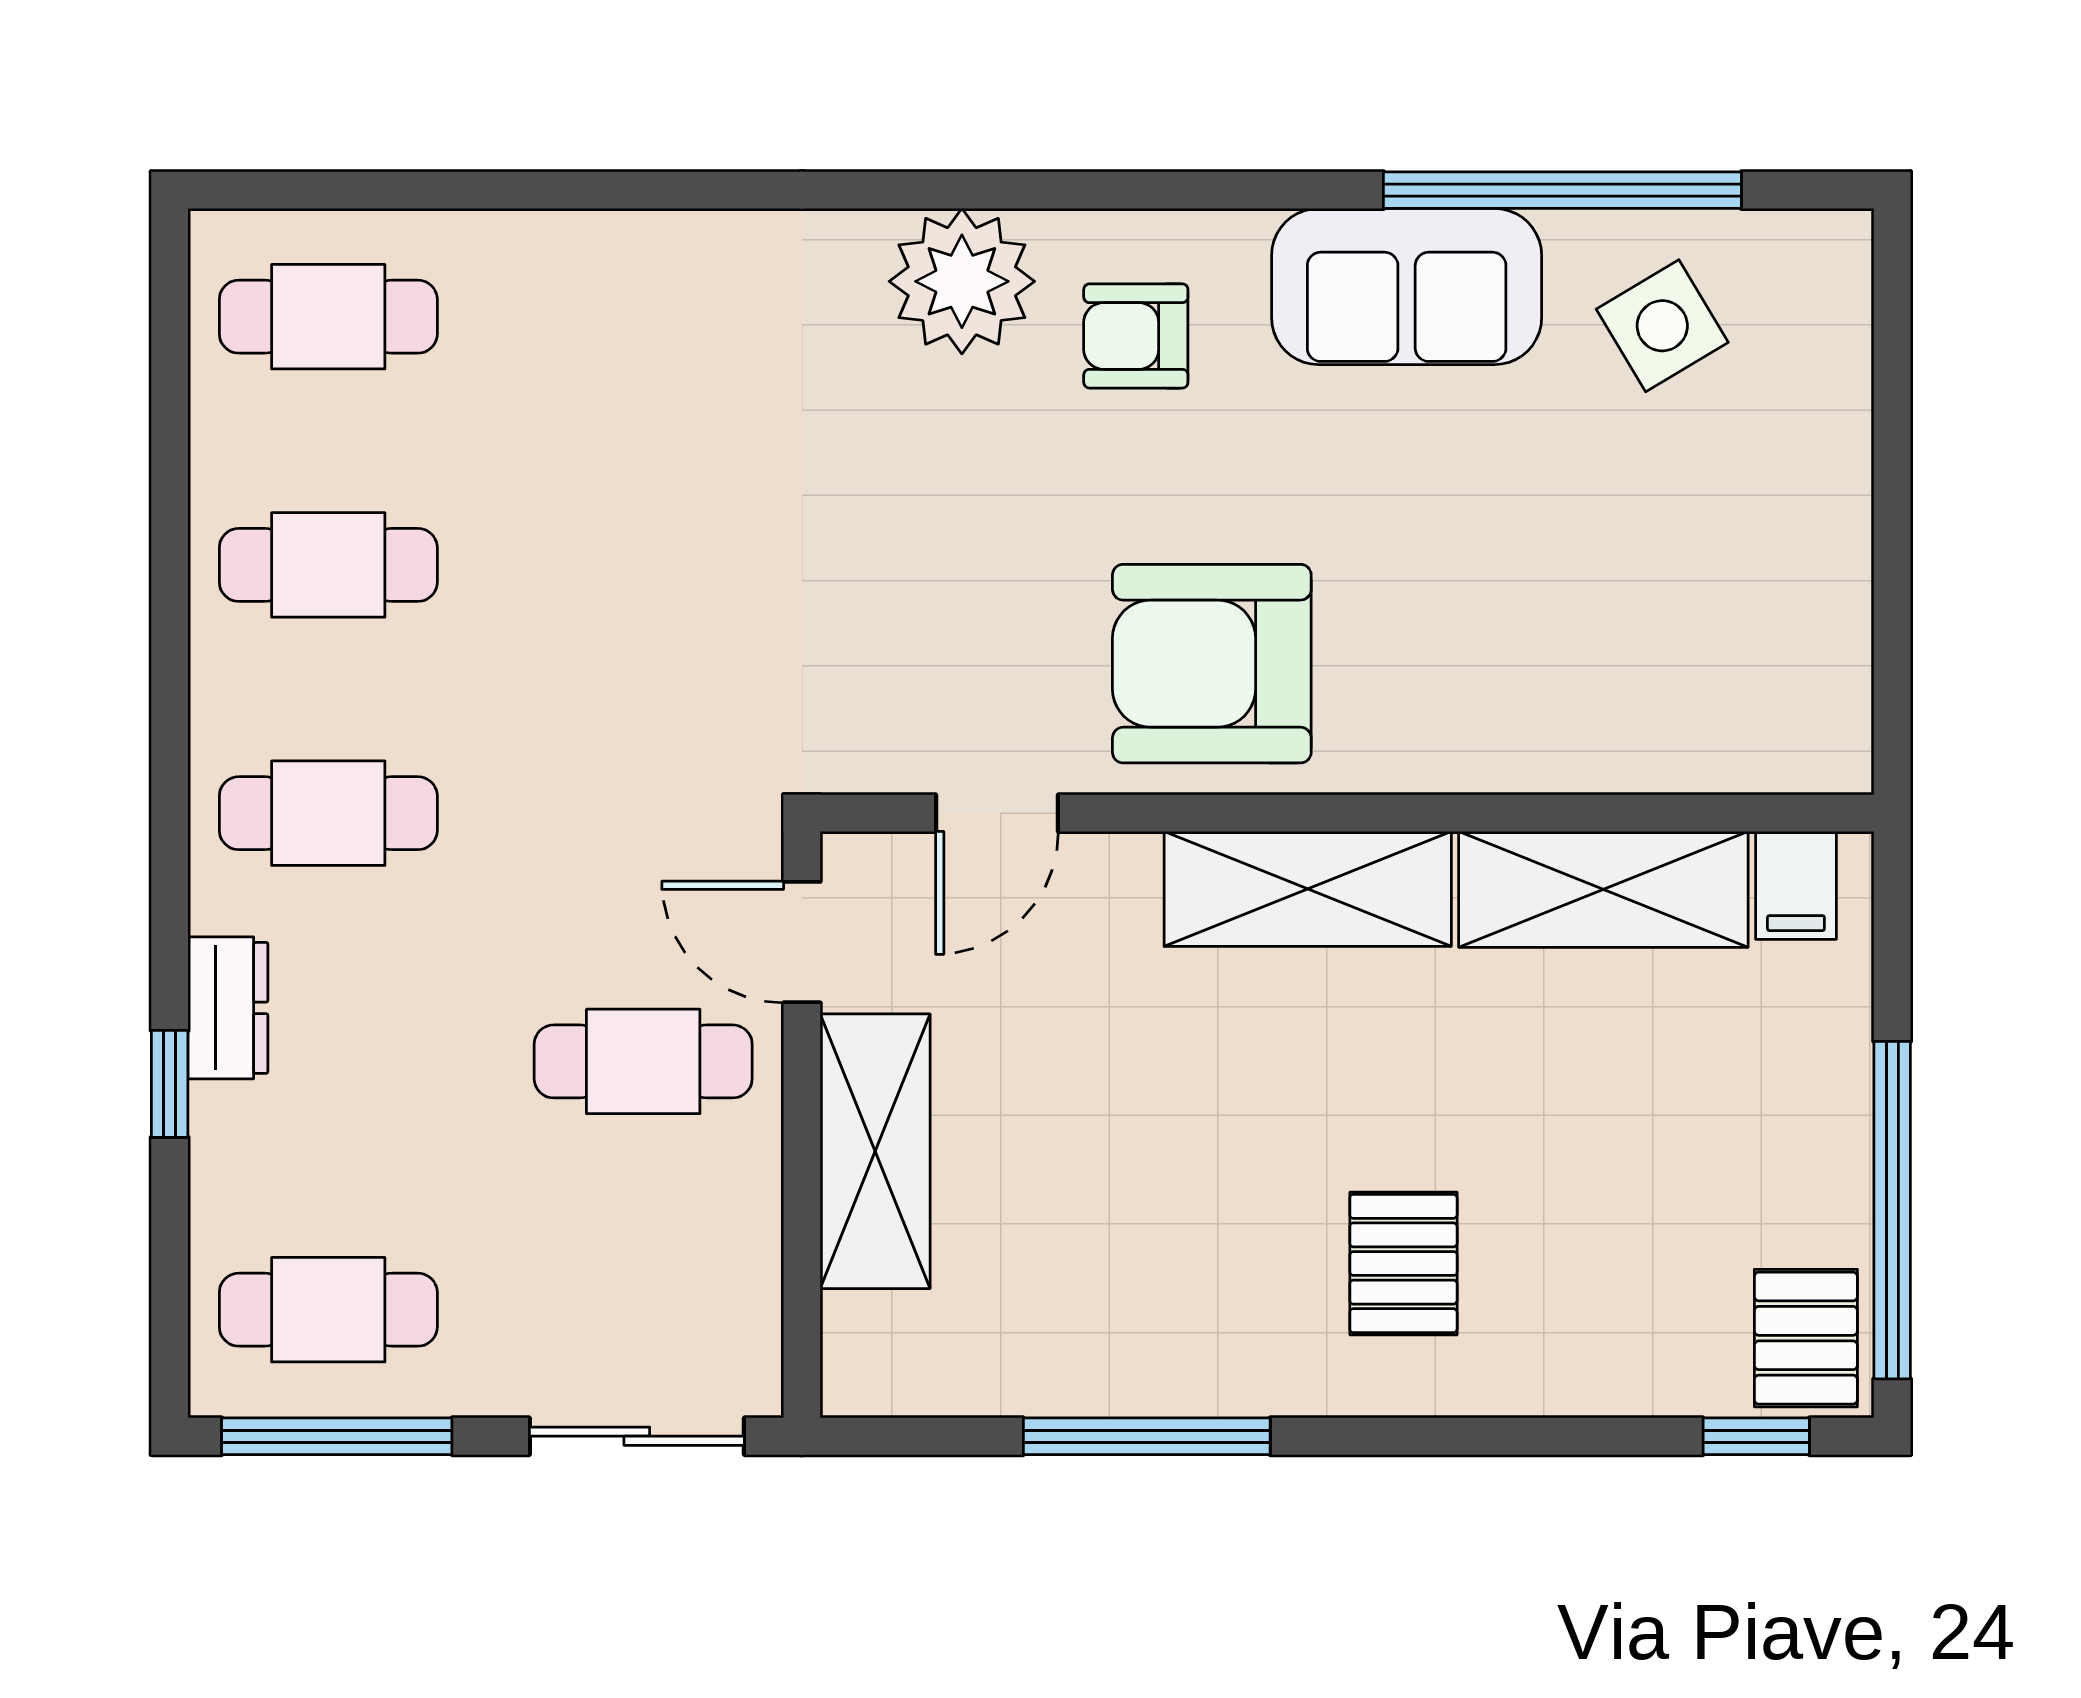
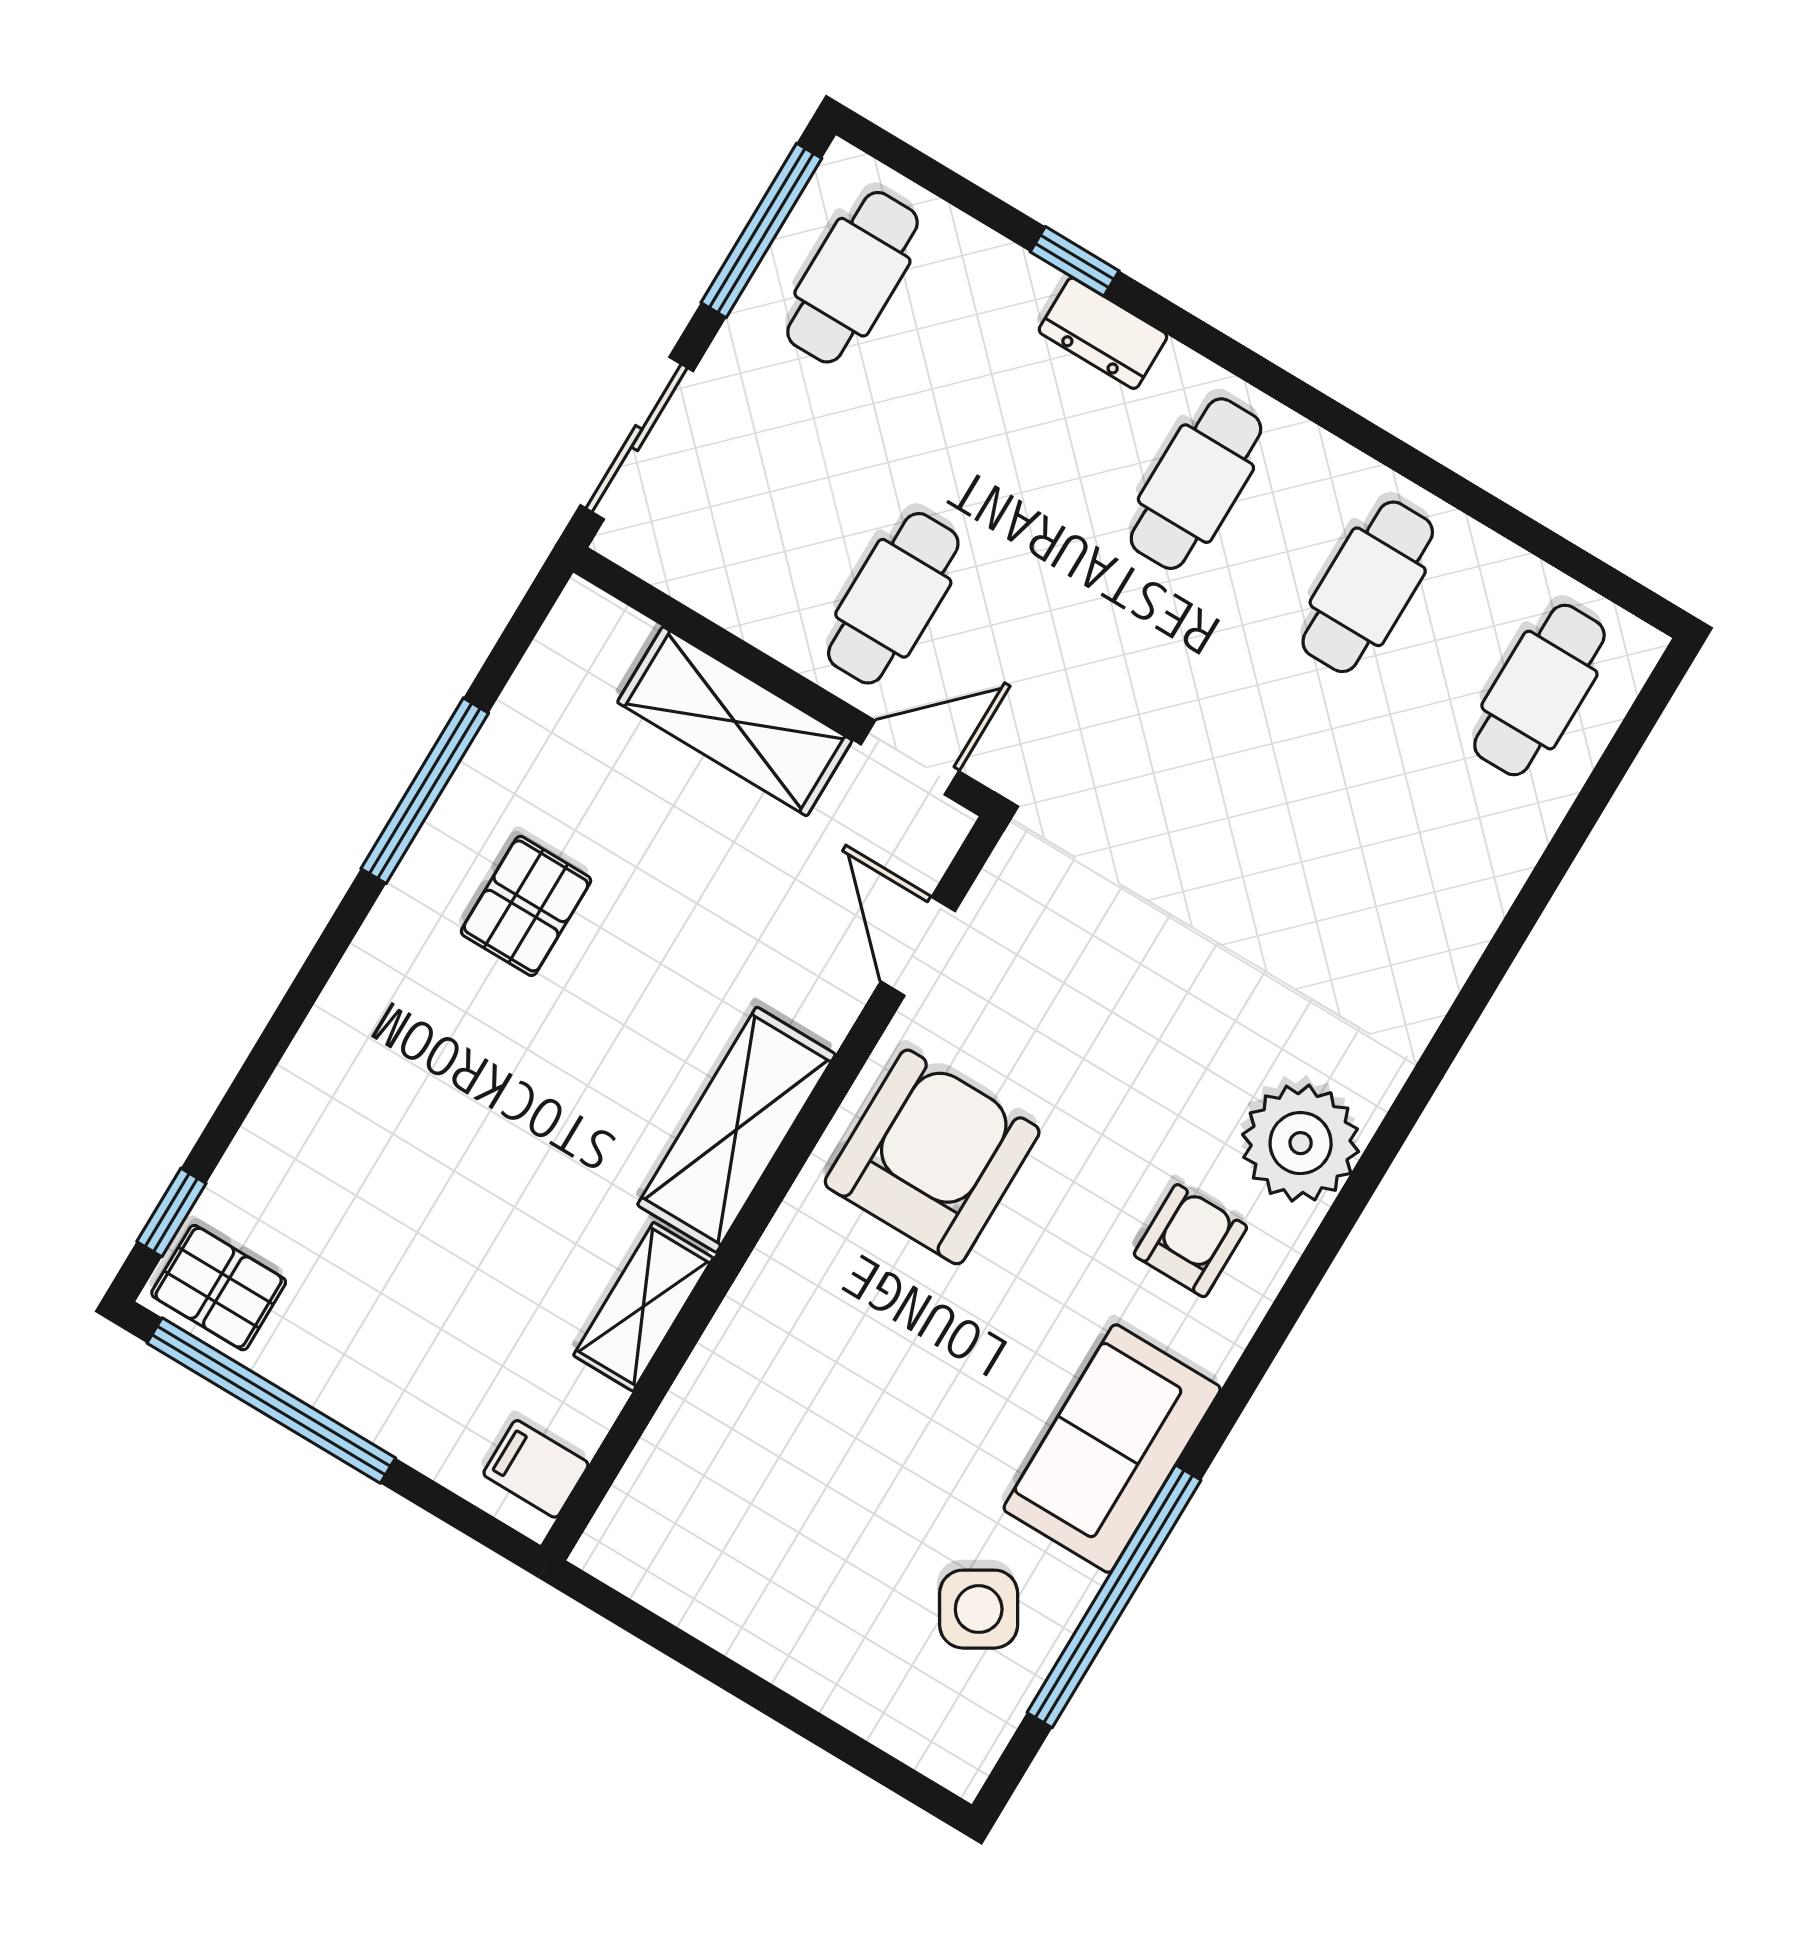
shelving: (1603, 889) -> (643, 1307), width x0.67, depth x0.75
pallet: (1403, 1264) -> (526, 906), moved, turned 90

